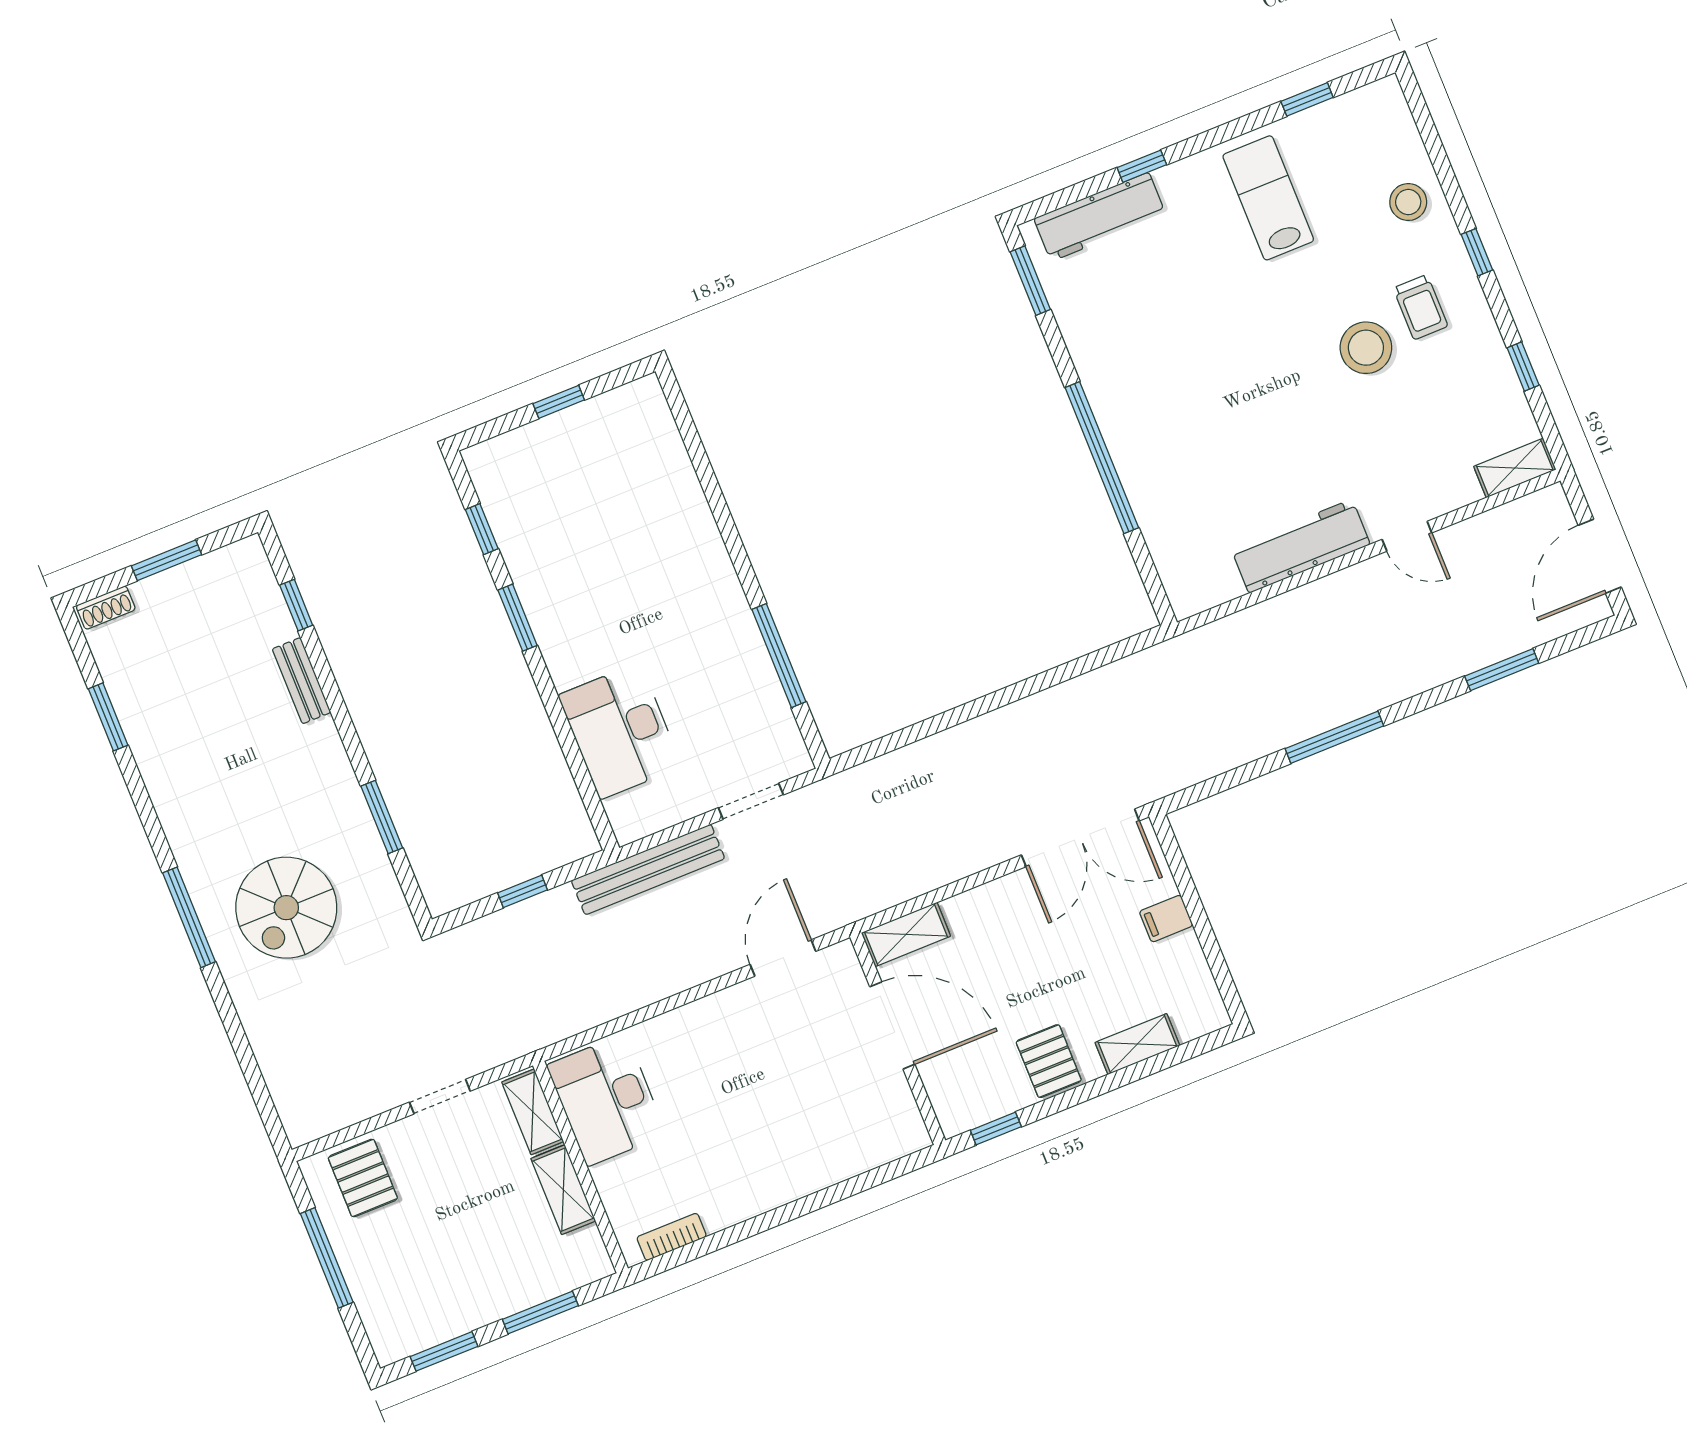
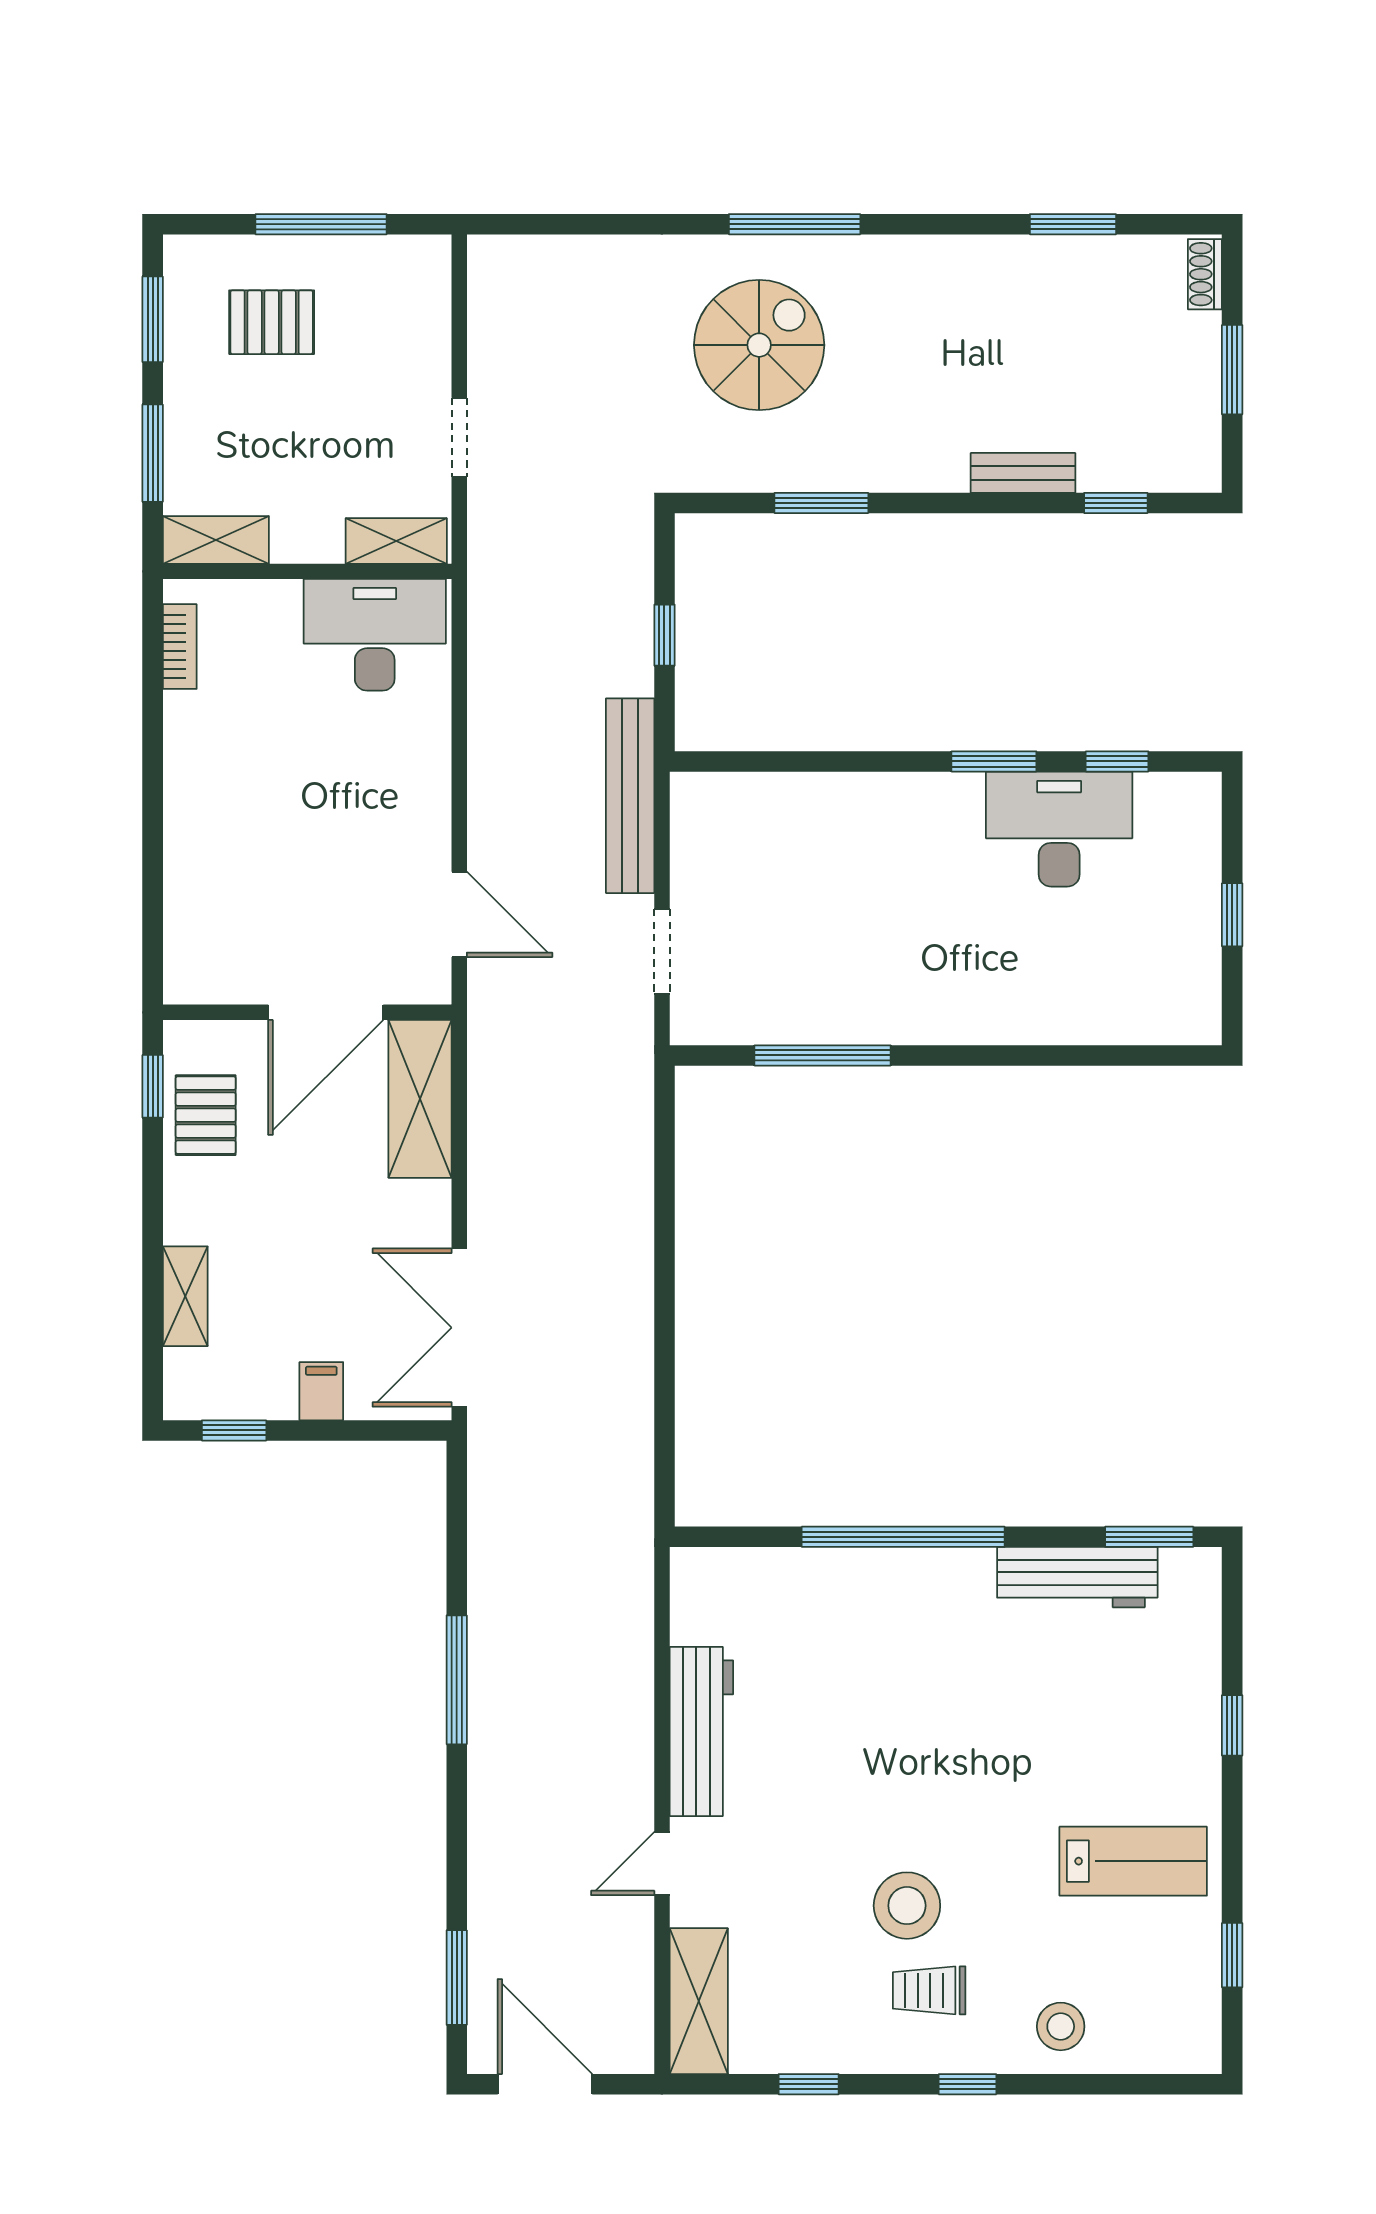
workbench: (1100, 217) -> (1077, 1577), moved, turned -90
shelving: (1515, 468) -> (699, 2001), width x1.50, depth x1.33
window: (1502, 670) -> (457, 1978), moved
desk: (620, 731) -> (1059, 829), moved
spiral stairs: (286, 908) -> (759, 345), turned 90
shelving: (906, 934) -> (420, 1099), width x1.50, depth x1.33
window: (1220, 970) -> (234, 1430), added
pallet: (1049, 1061) -> (206, 1115), moved, turned 90
pallet: (363, 1178) -> (272, 322), moved
shelving: (563, 1190) -> (216, 540), moved

